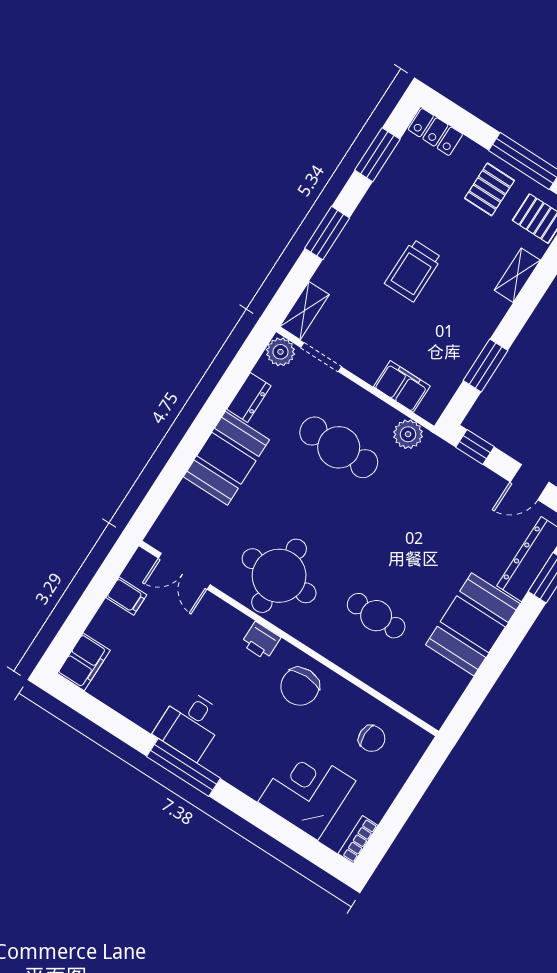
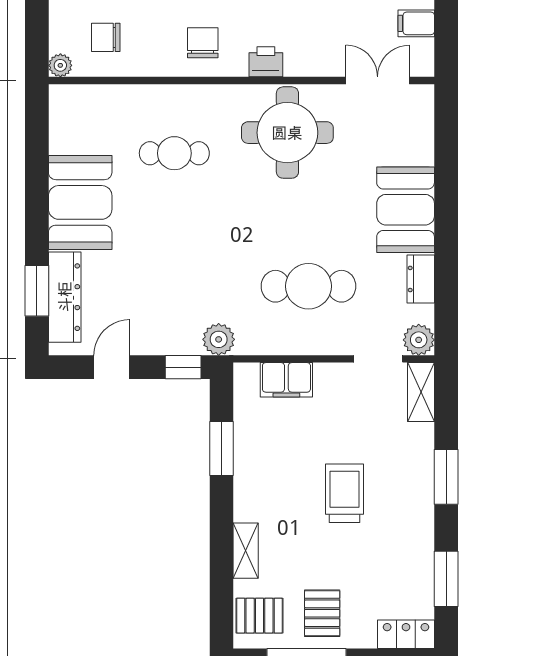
plant: (408, 434) -> (219, 339), moved
chair: (300, 686) -> (203, 43), width x0.73, depth x0.73
plant: (420, 739) -> (60, 65), added

